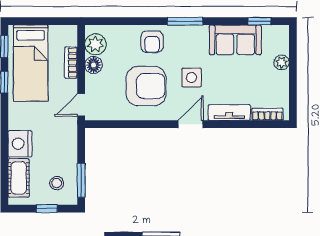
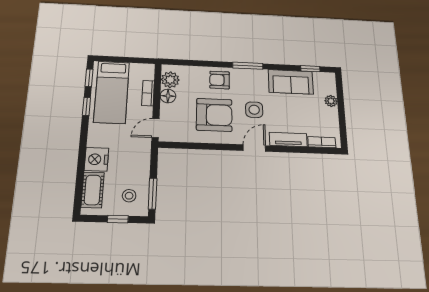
armchair: (152, 42) -> (220, 80), turned 90

